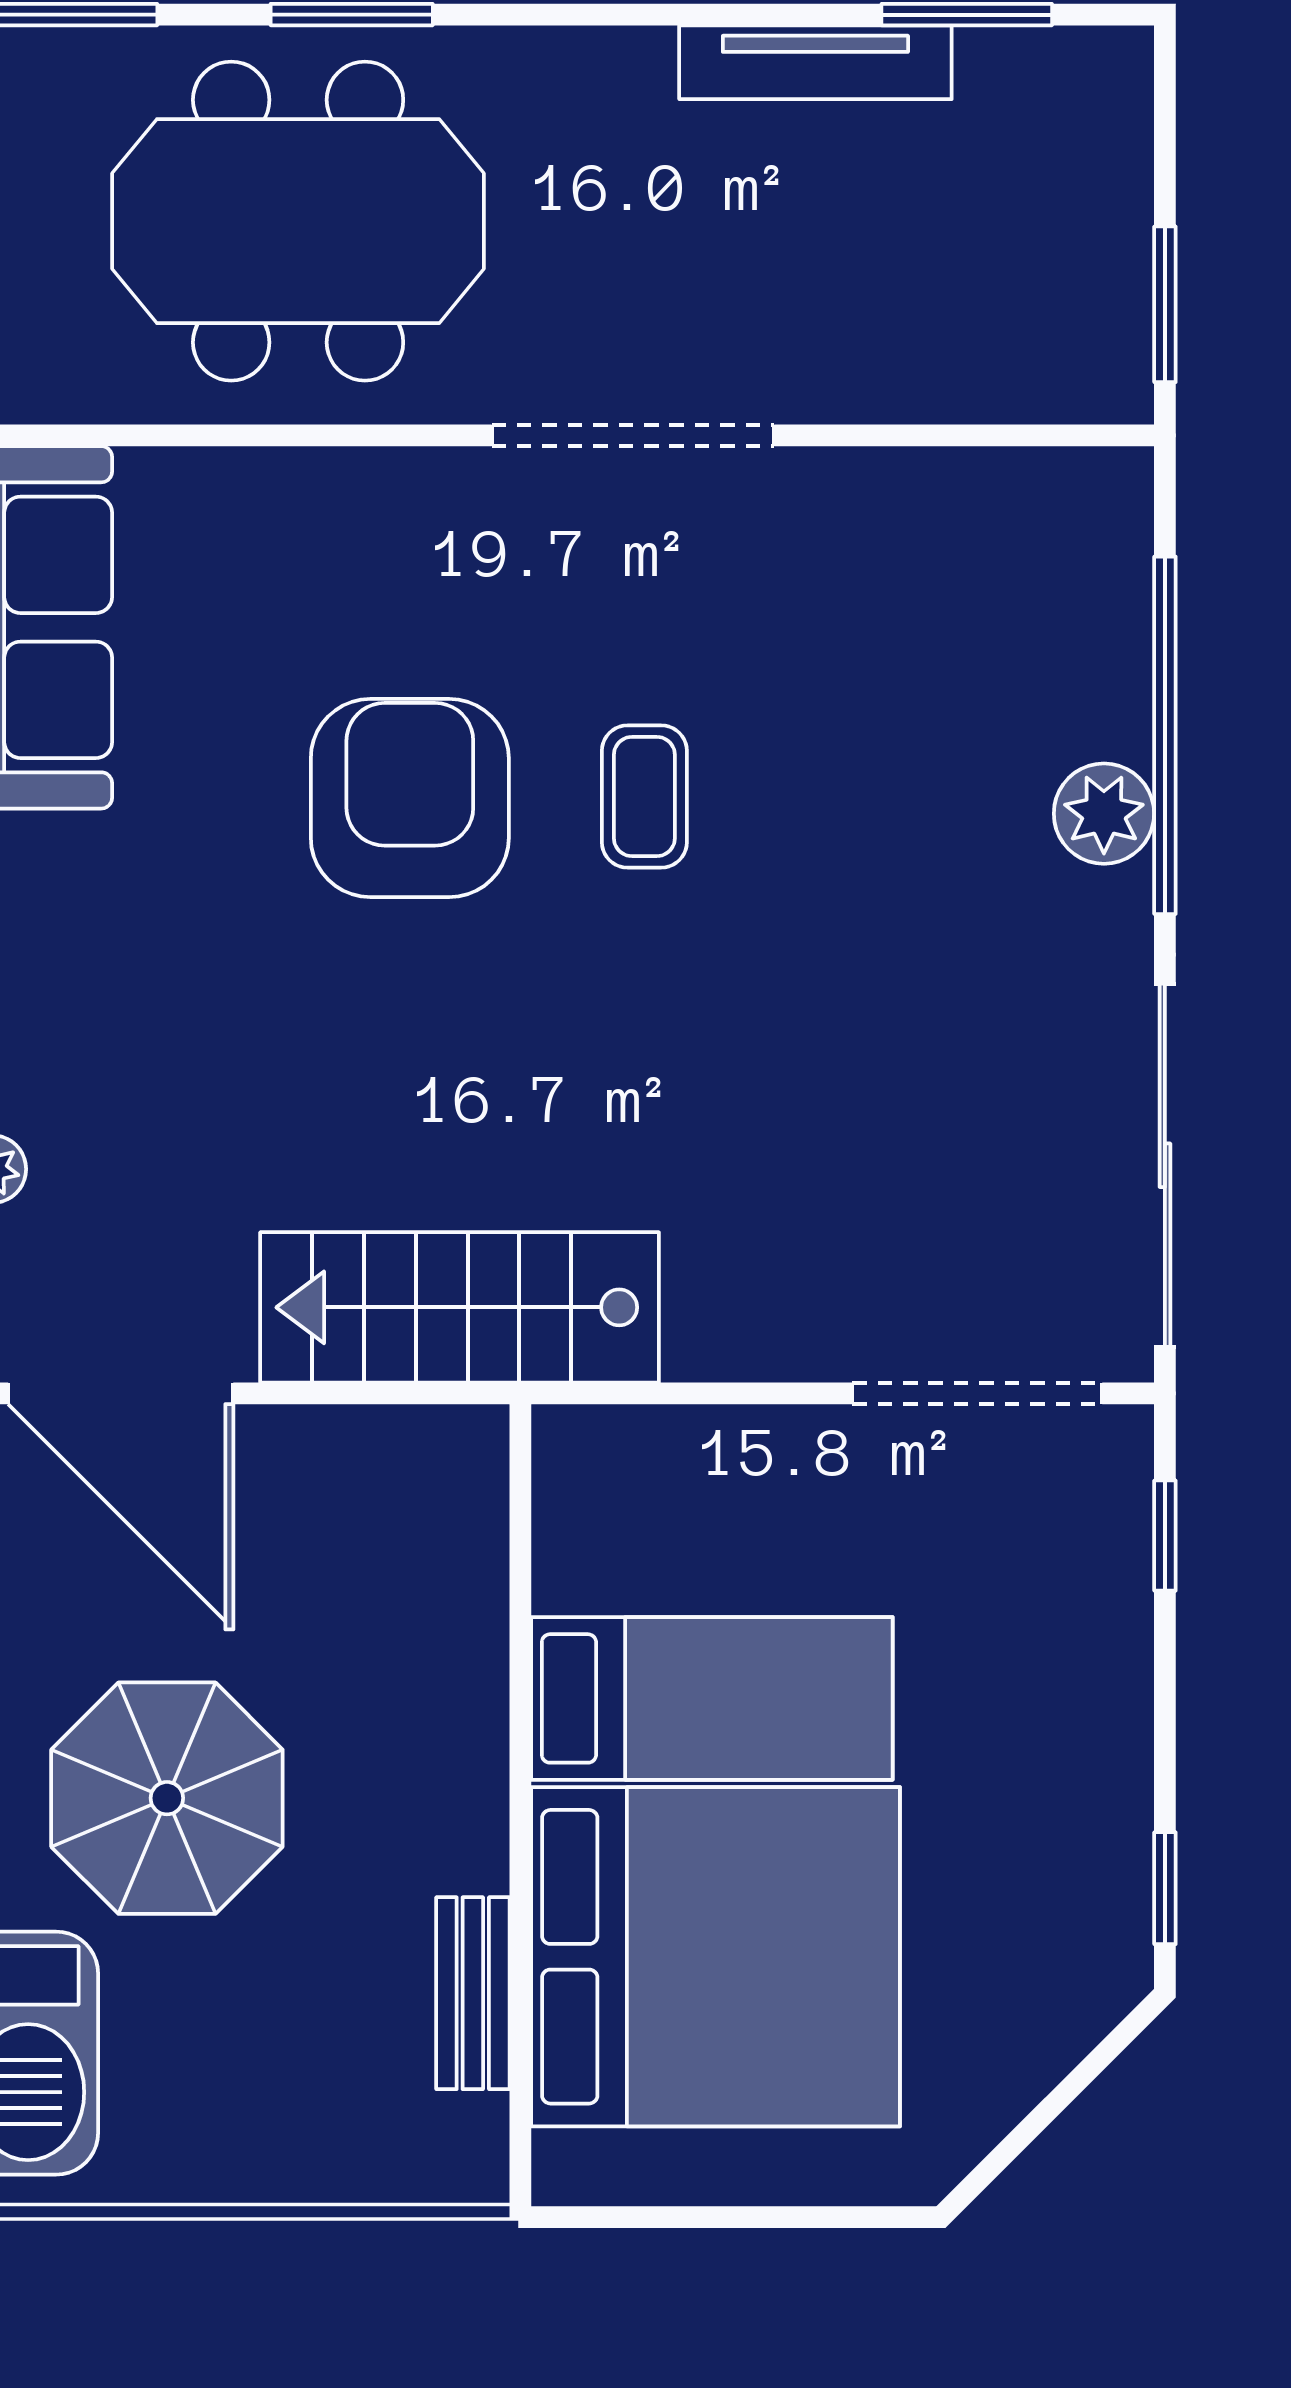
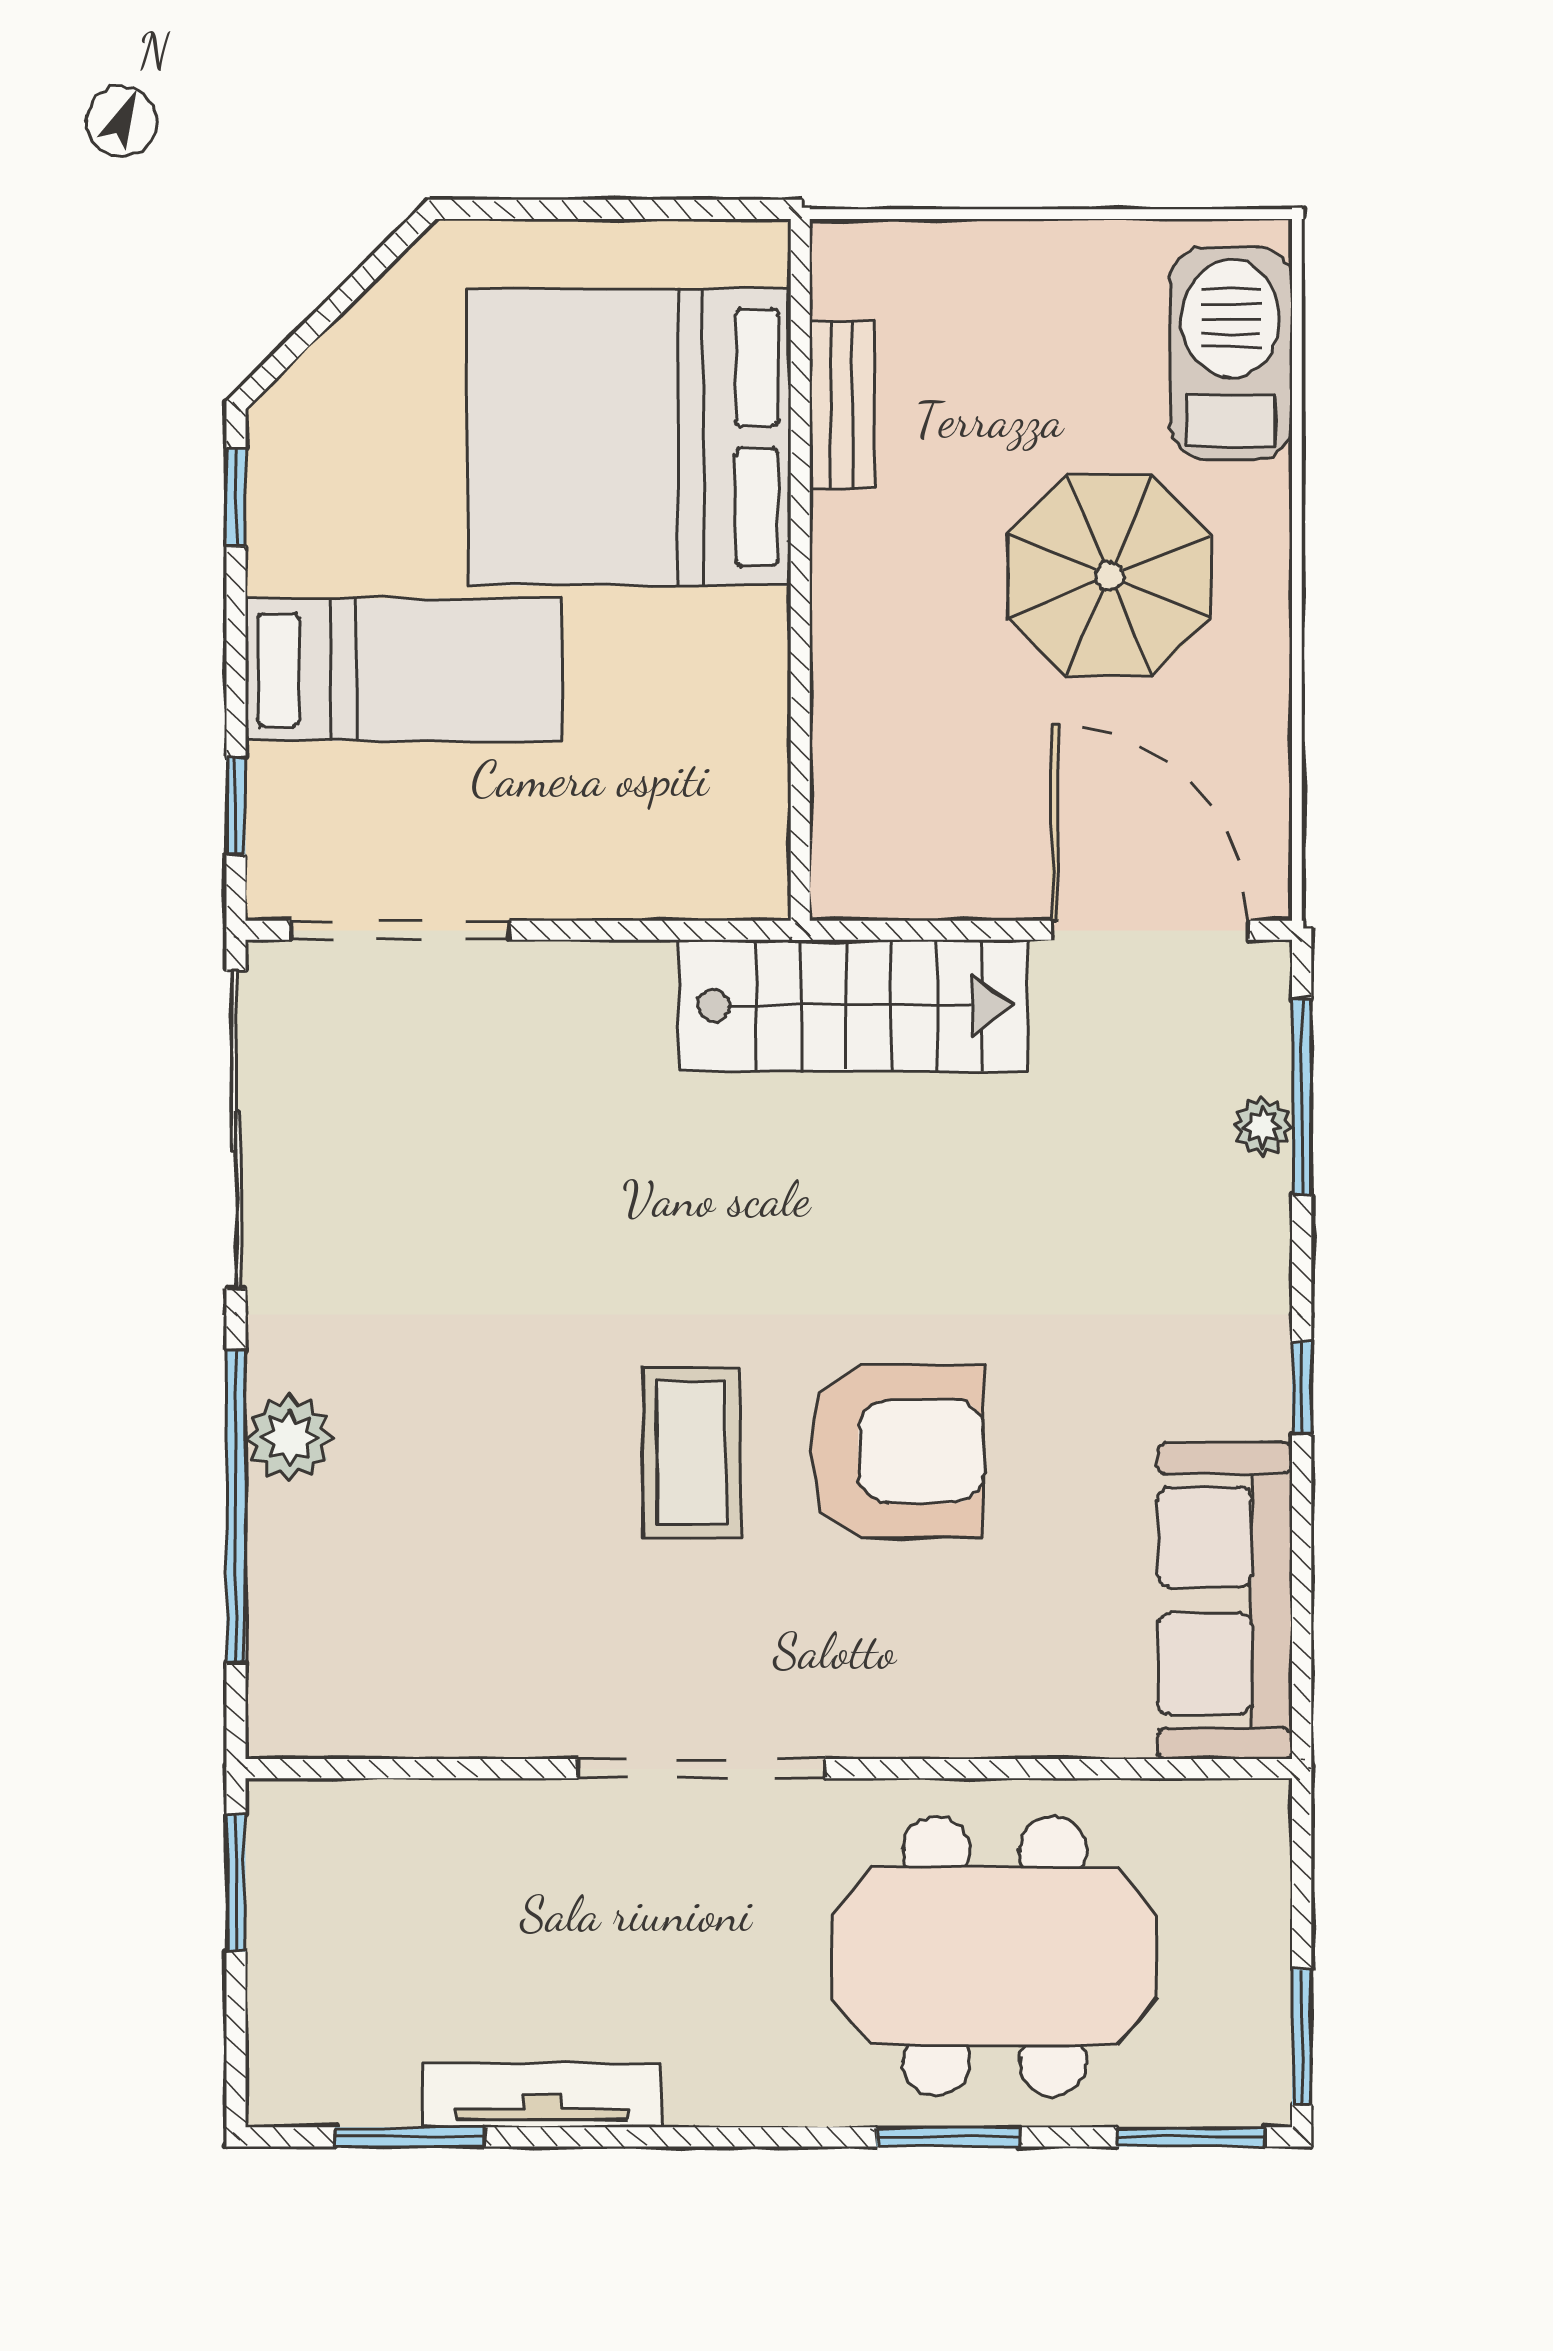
coffee table: (644, 796) -> (692, 1453), width x1.36, depth x1.30
armchair: (410, 798) -> (897, 1451), turned -90
bed: (712, 1698) -> (404, 670), moved, turned 180

